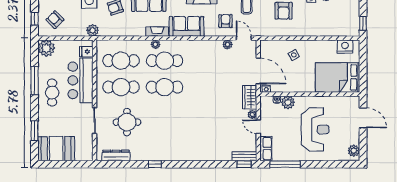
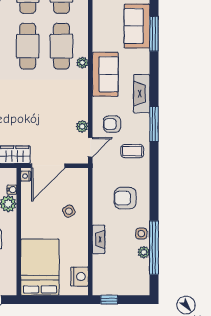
armchair: (226, 21) -> (112, 124), turned 180
fireplace: (157, 32) -> (99, 239), moved
plant: (155, 44) -> (82, 63), moved

